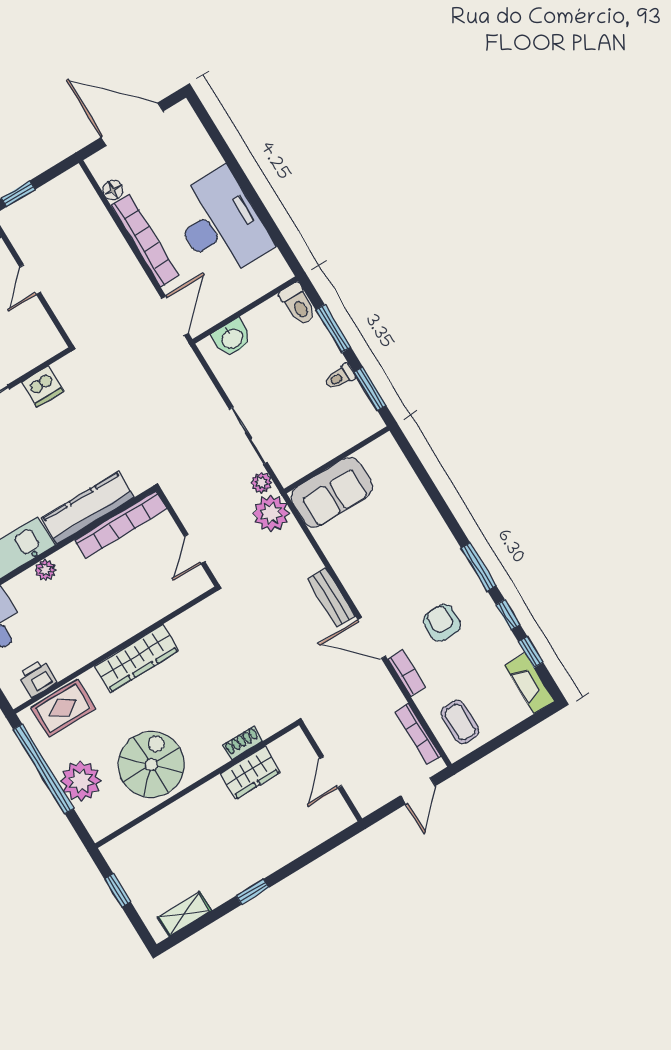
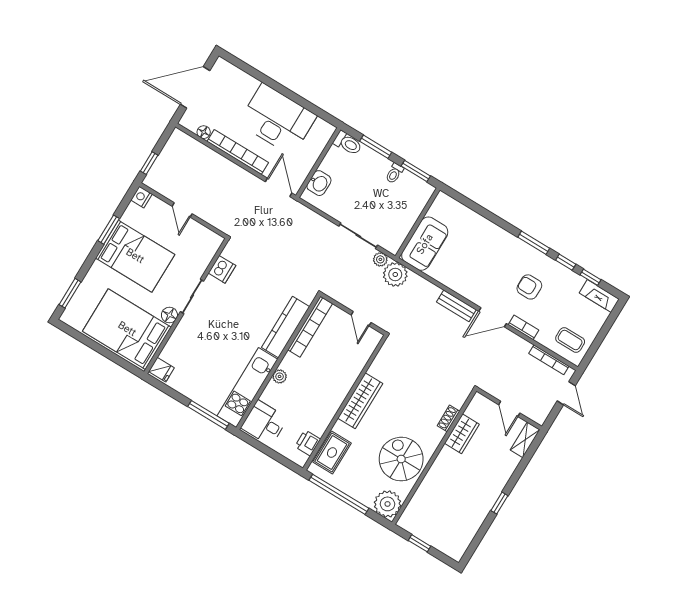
plant: (81, 781) -> (388, 504), moved
shelving: (185, 914) -> (525, 440), moved

